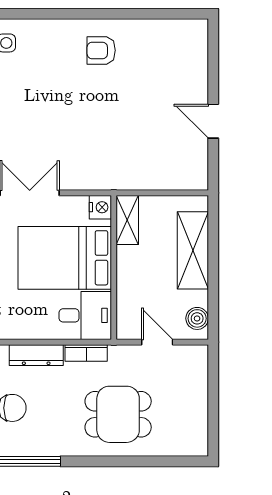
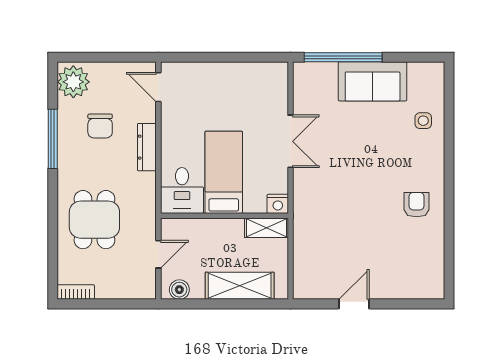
bed: (65, 258) -> (224, 172), width x0.67
bookcase: (86, 353) -> (76, 292), moved, turned 90

